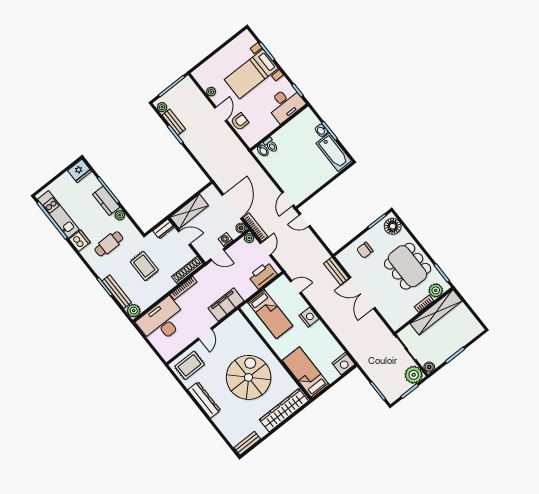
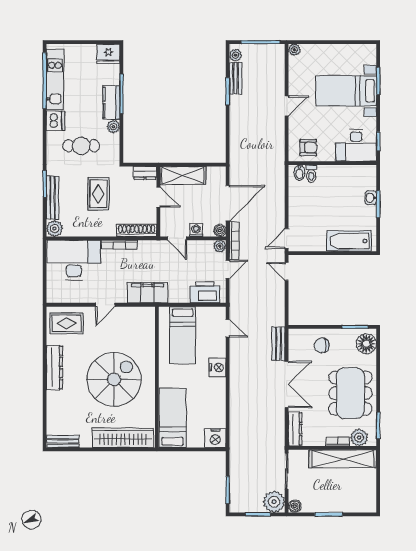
plant: (211, 92) -> (294, 50), moved
armchair: (240, 122) -> (308, 148), moved
bathtub: (334, 152) -> (349, 241), moved, turned 90
double door: (362, 293) -> (287, 384), swing flipped
dresser: (390, 317) -> (295, 429), added

